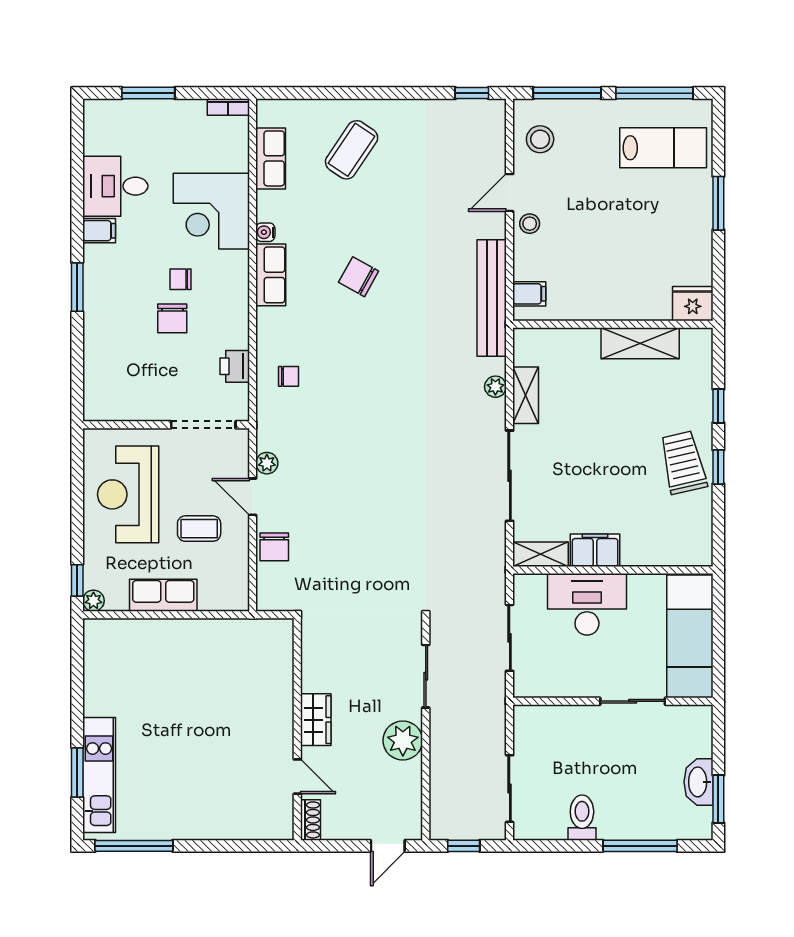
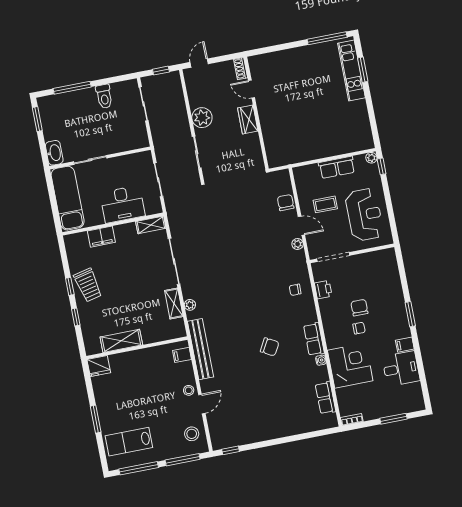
coffee table: (352, 150) -> (286, 410), removed
filing cabinet: (595, 550) -> (101, 237), moved
washbasin: (698, 782) -> (54, 153), moved

